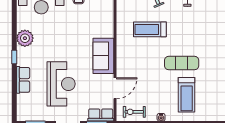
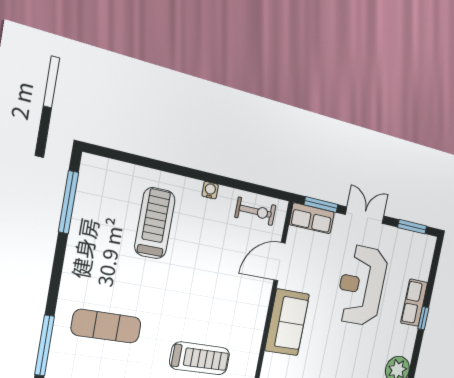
window: (14, 57) -> (423, 318), moved
exercise mat: (182, 63) -> (106, 326), moved

